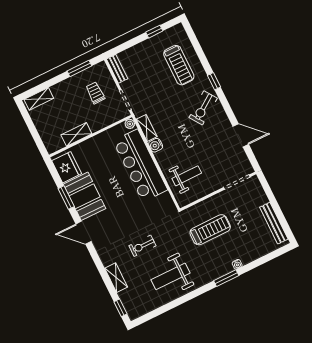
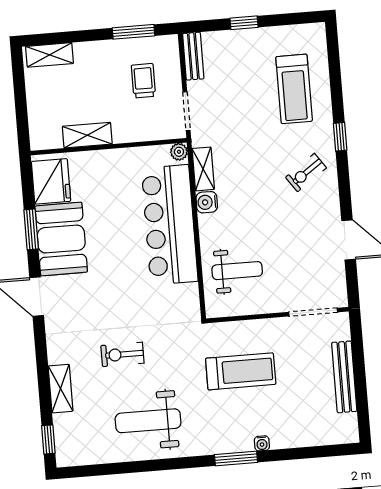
window: (154, 32) -> (244, 23), moved
exercise bike: (203, 108) -> (306, 173), width x0.73, depth x0.72
bench: (274, 223) -> (344, 377), moved

